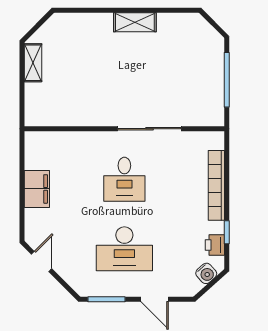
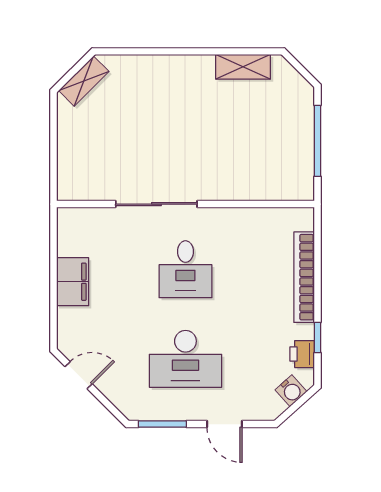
shelving: (135, 22) -> (243, 67), moved
shelving: (33, 63) -> (84, 81), moved, turned 45
sliding door: (149, 129) -> (156, 204), moved
door: (41, 261) -> (79, 375), hinge flipped

